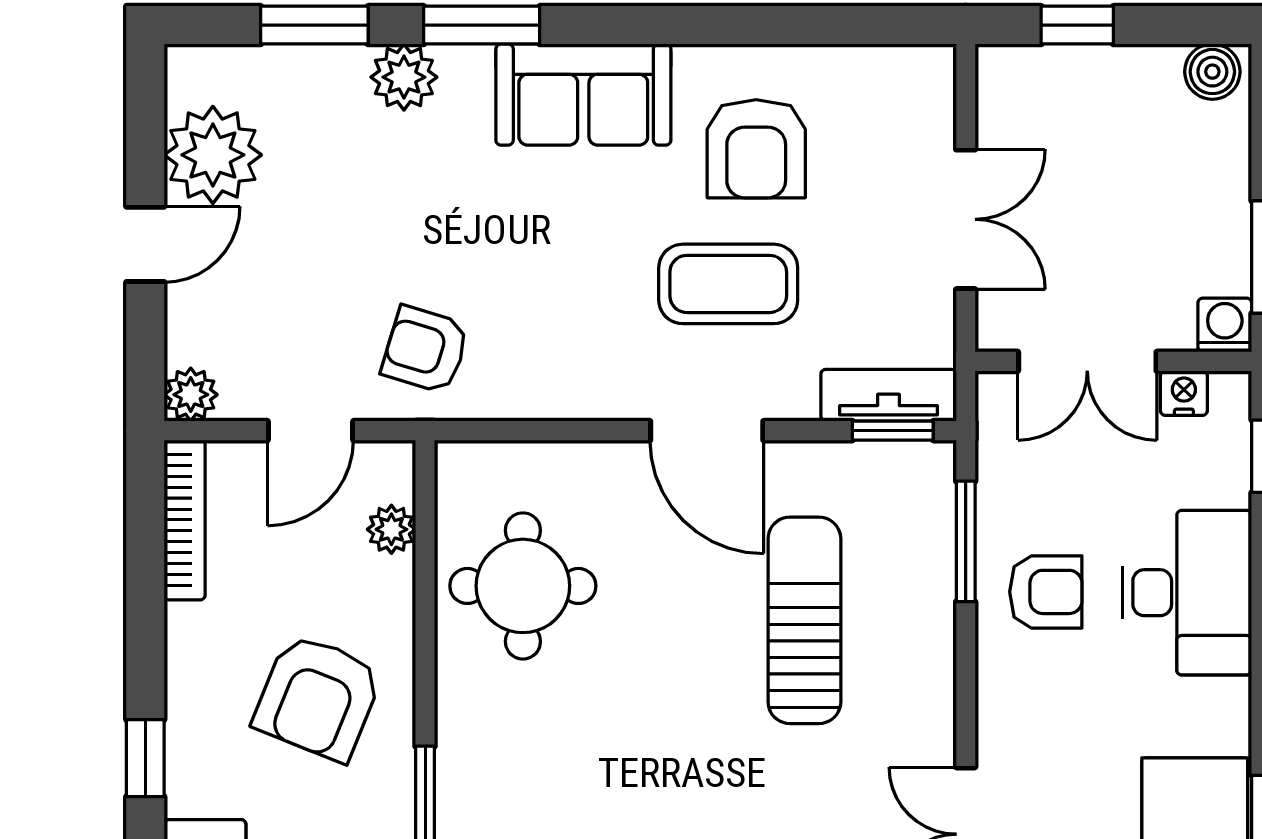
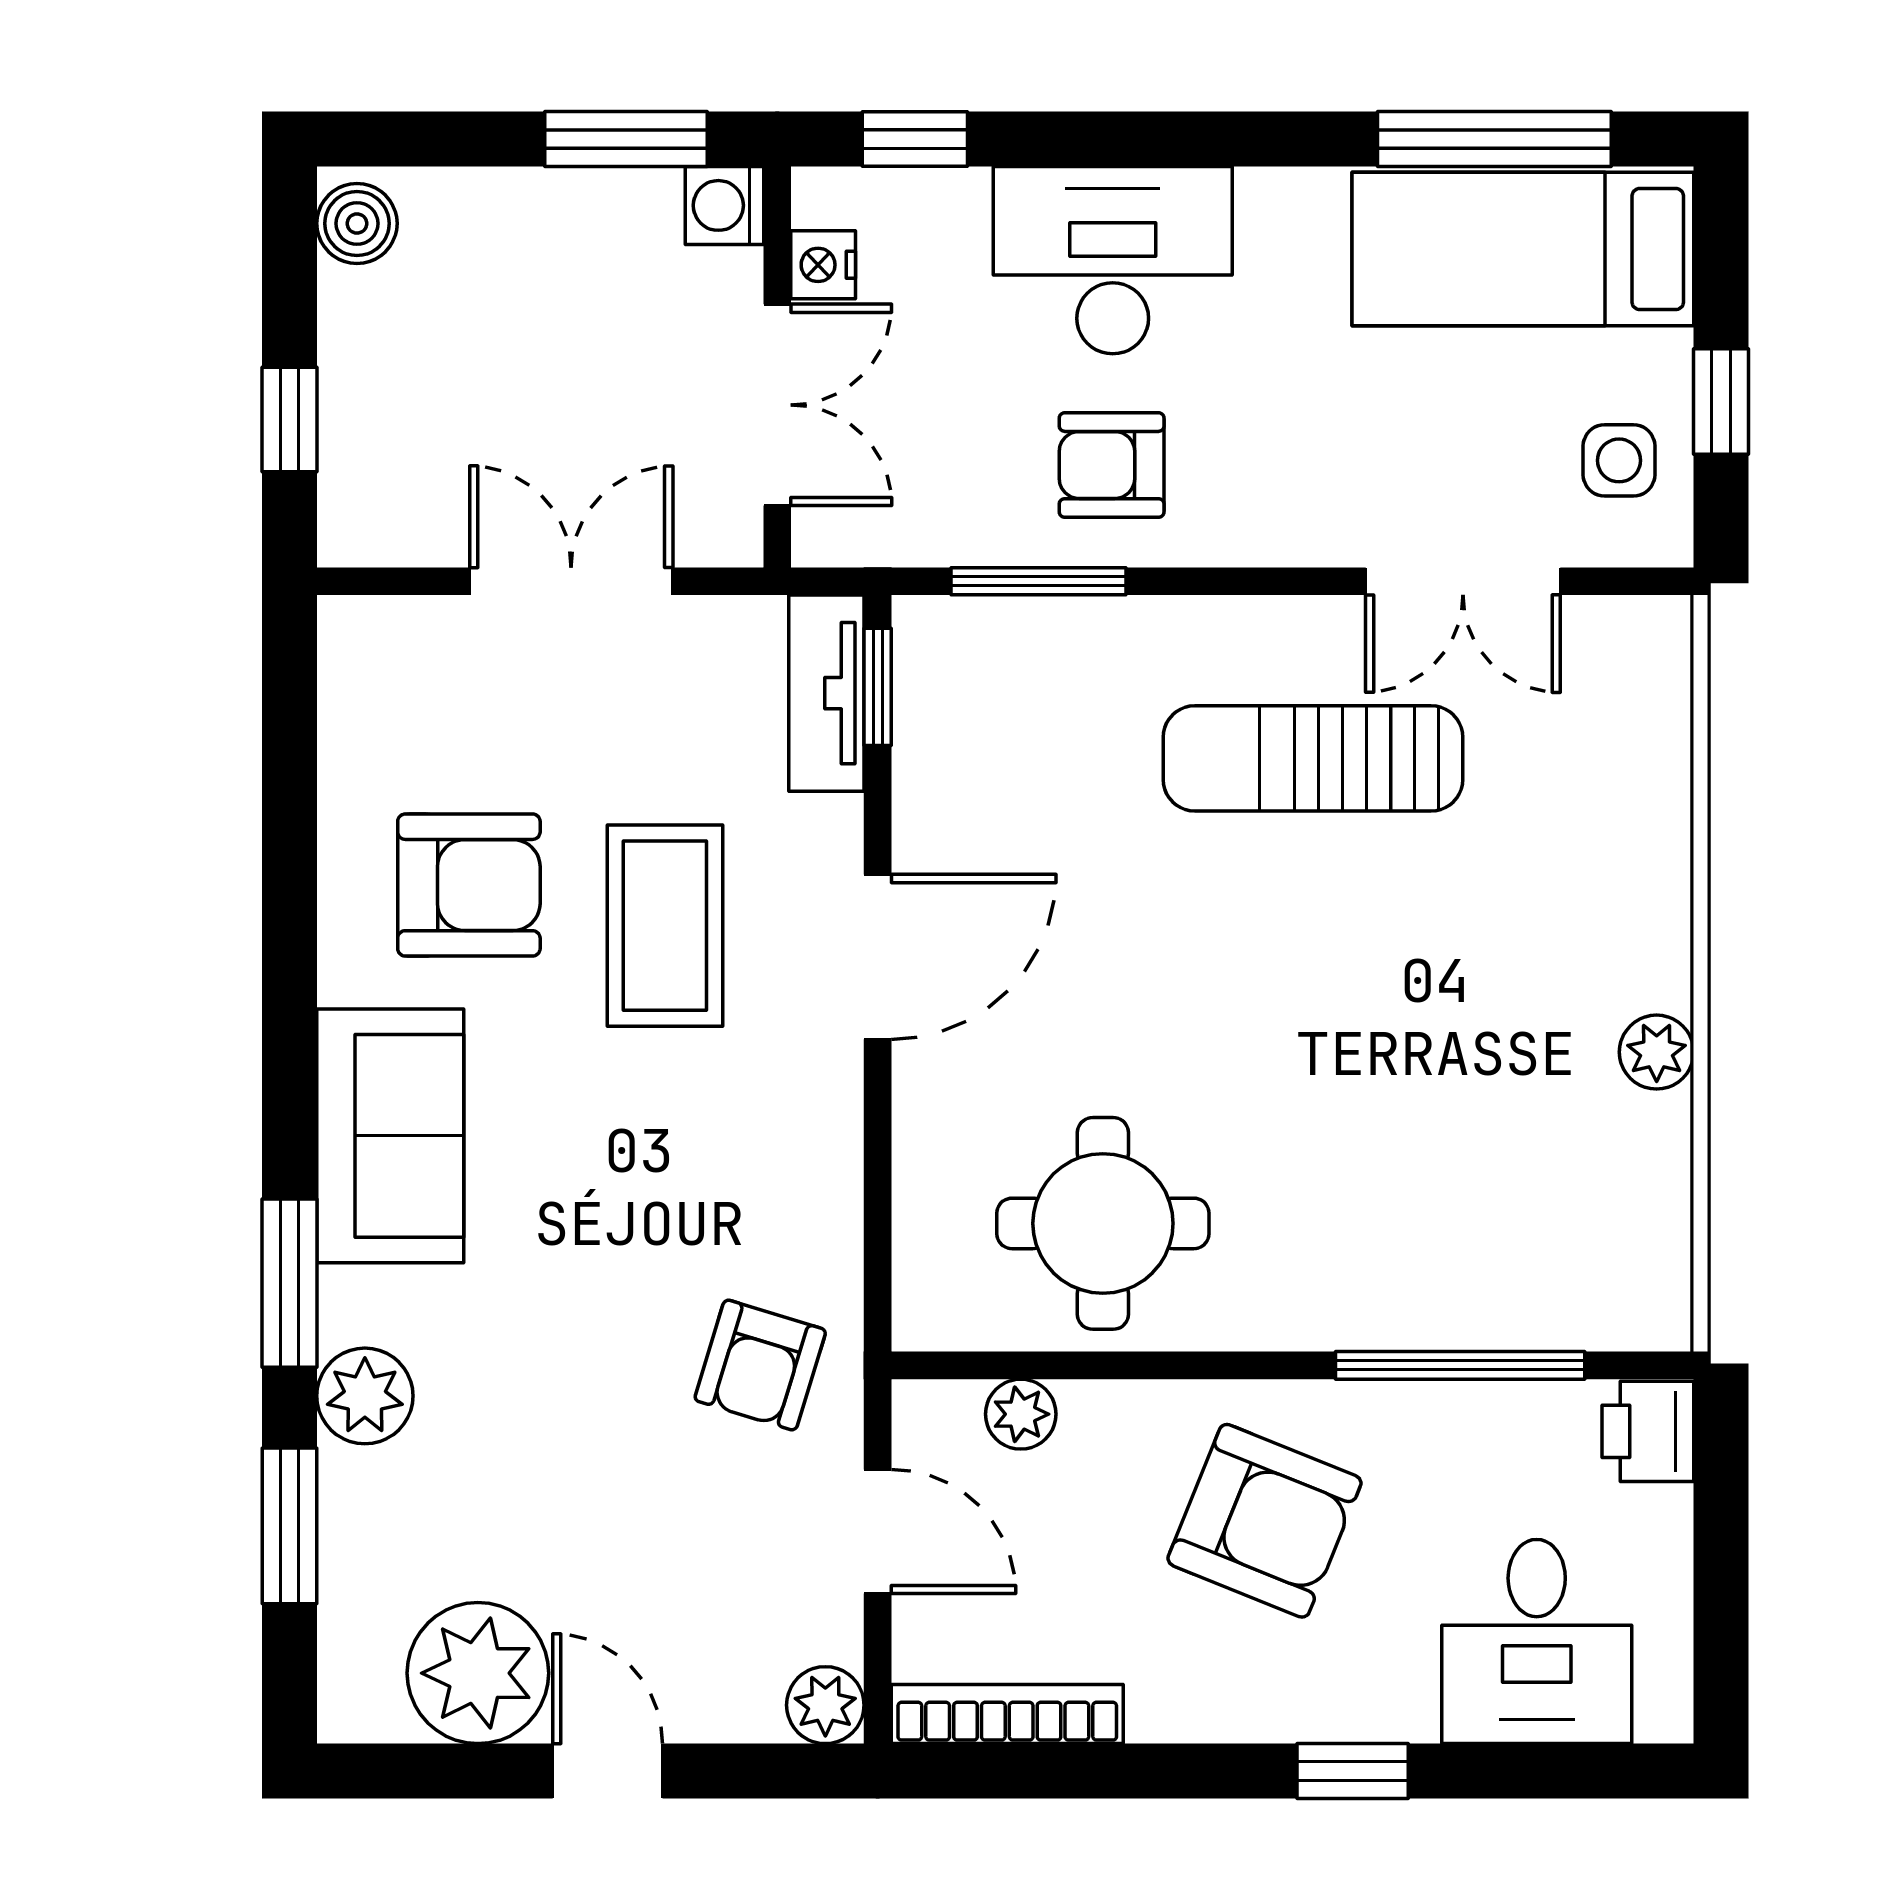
armchair: (1046, 592) -> (1112, 465), turned -90
sun lounger: (804, 620) -> (1313, 758), moved

